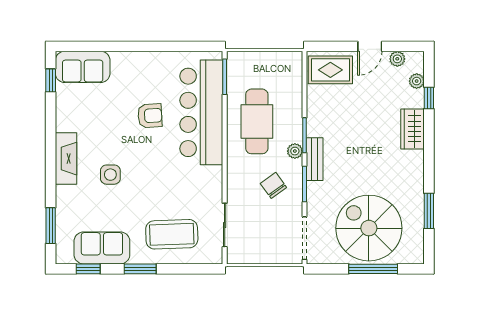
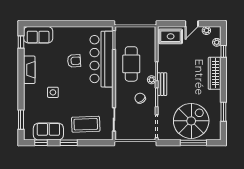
wardrobe: (413, 129) -> (215, 73), width x1.50
fireplace: (66, 159) -> (29, 70), moved
spiral stairs: (369, 228) -> (191, 121), turned 90

